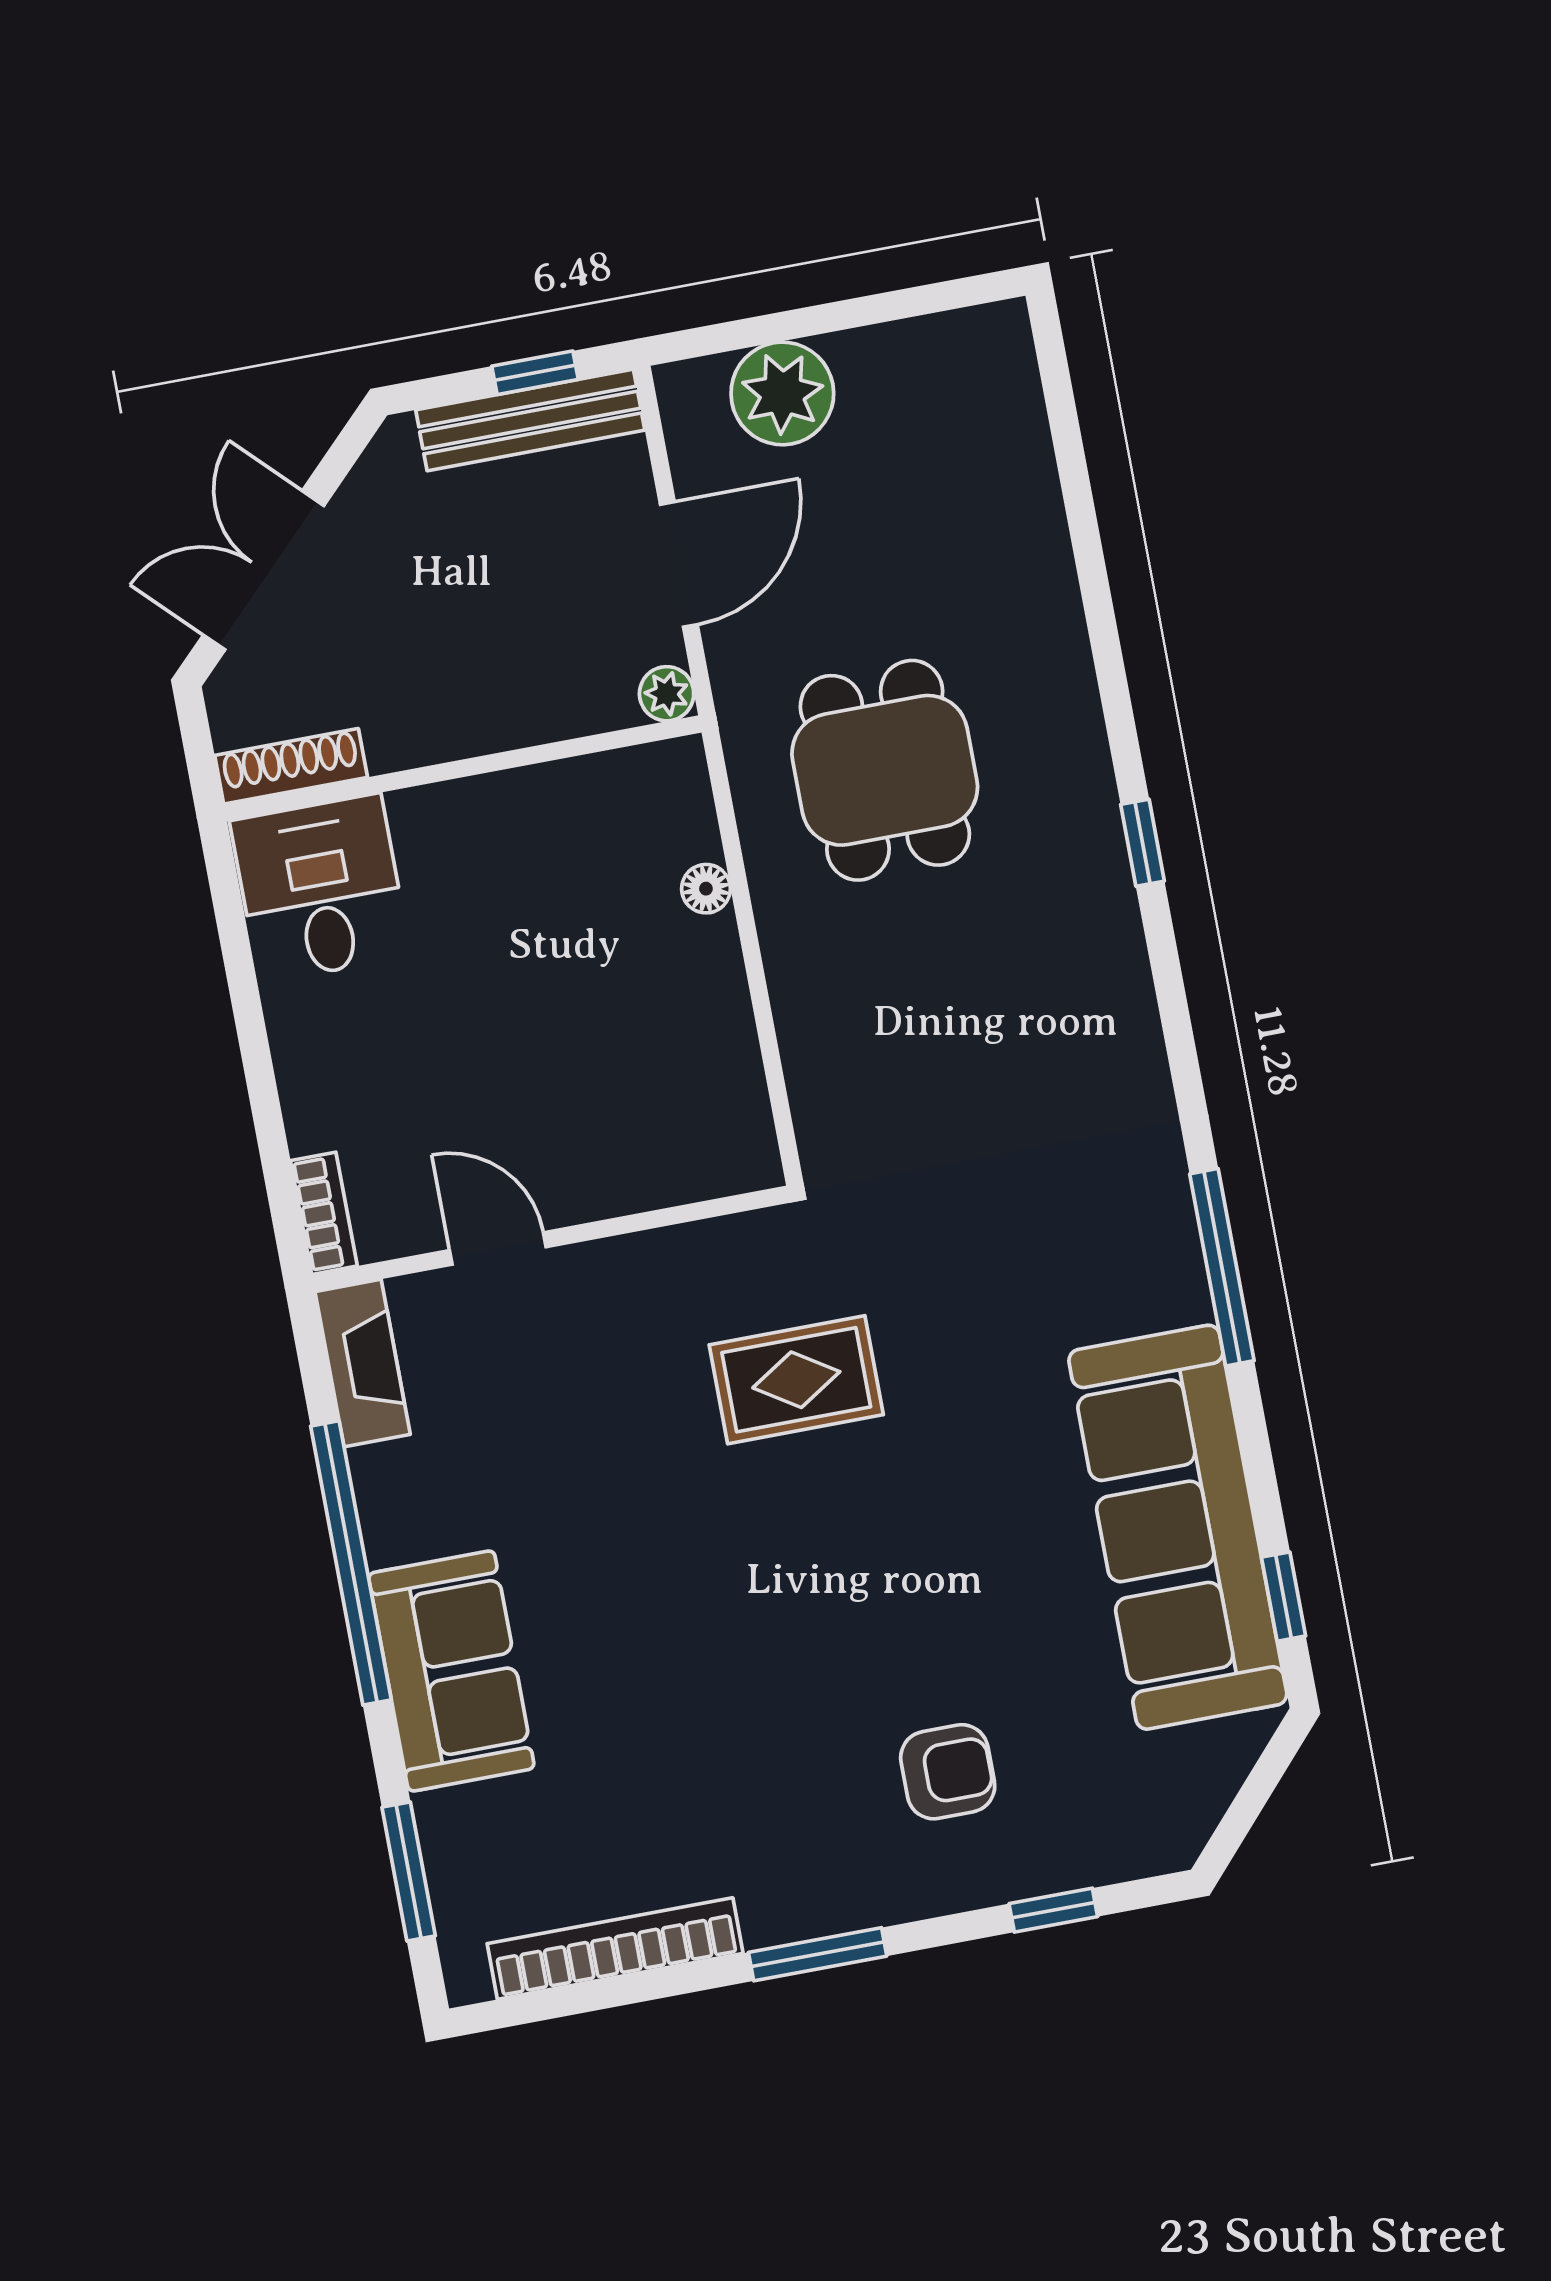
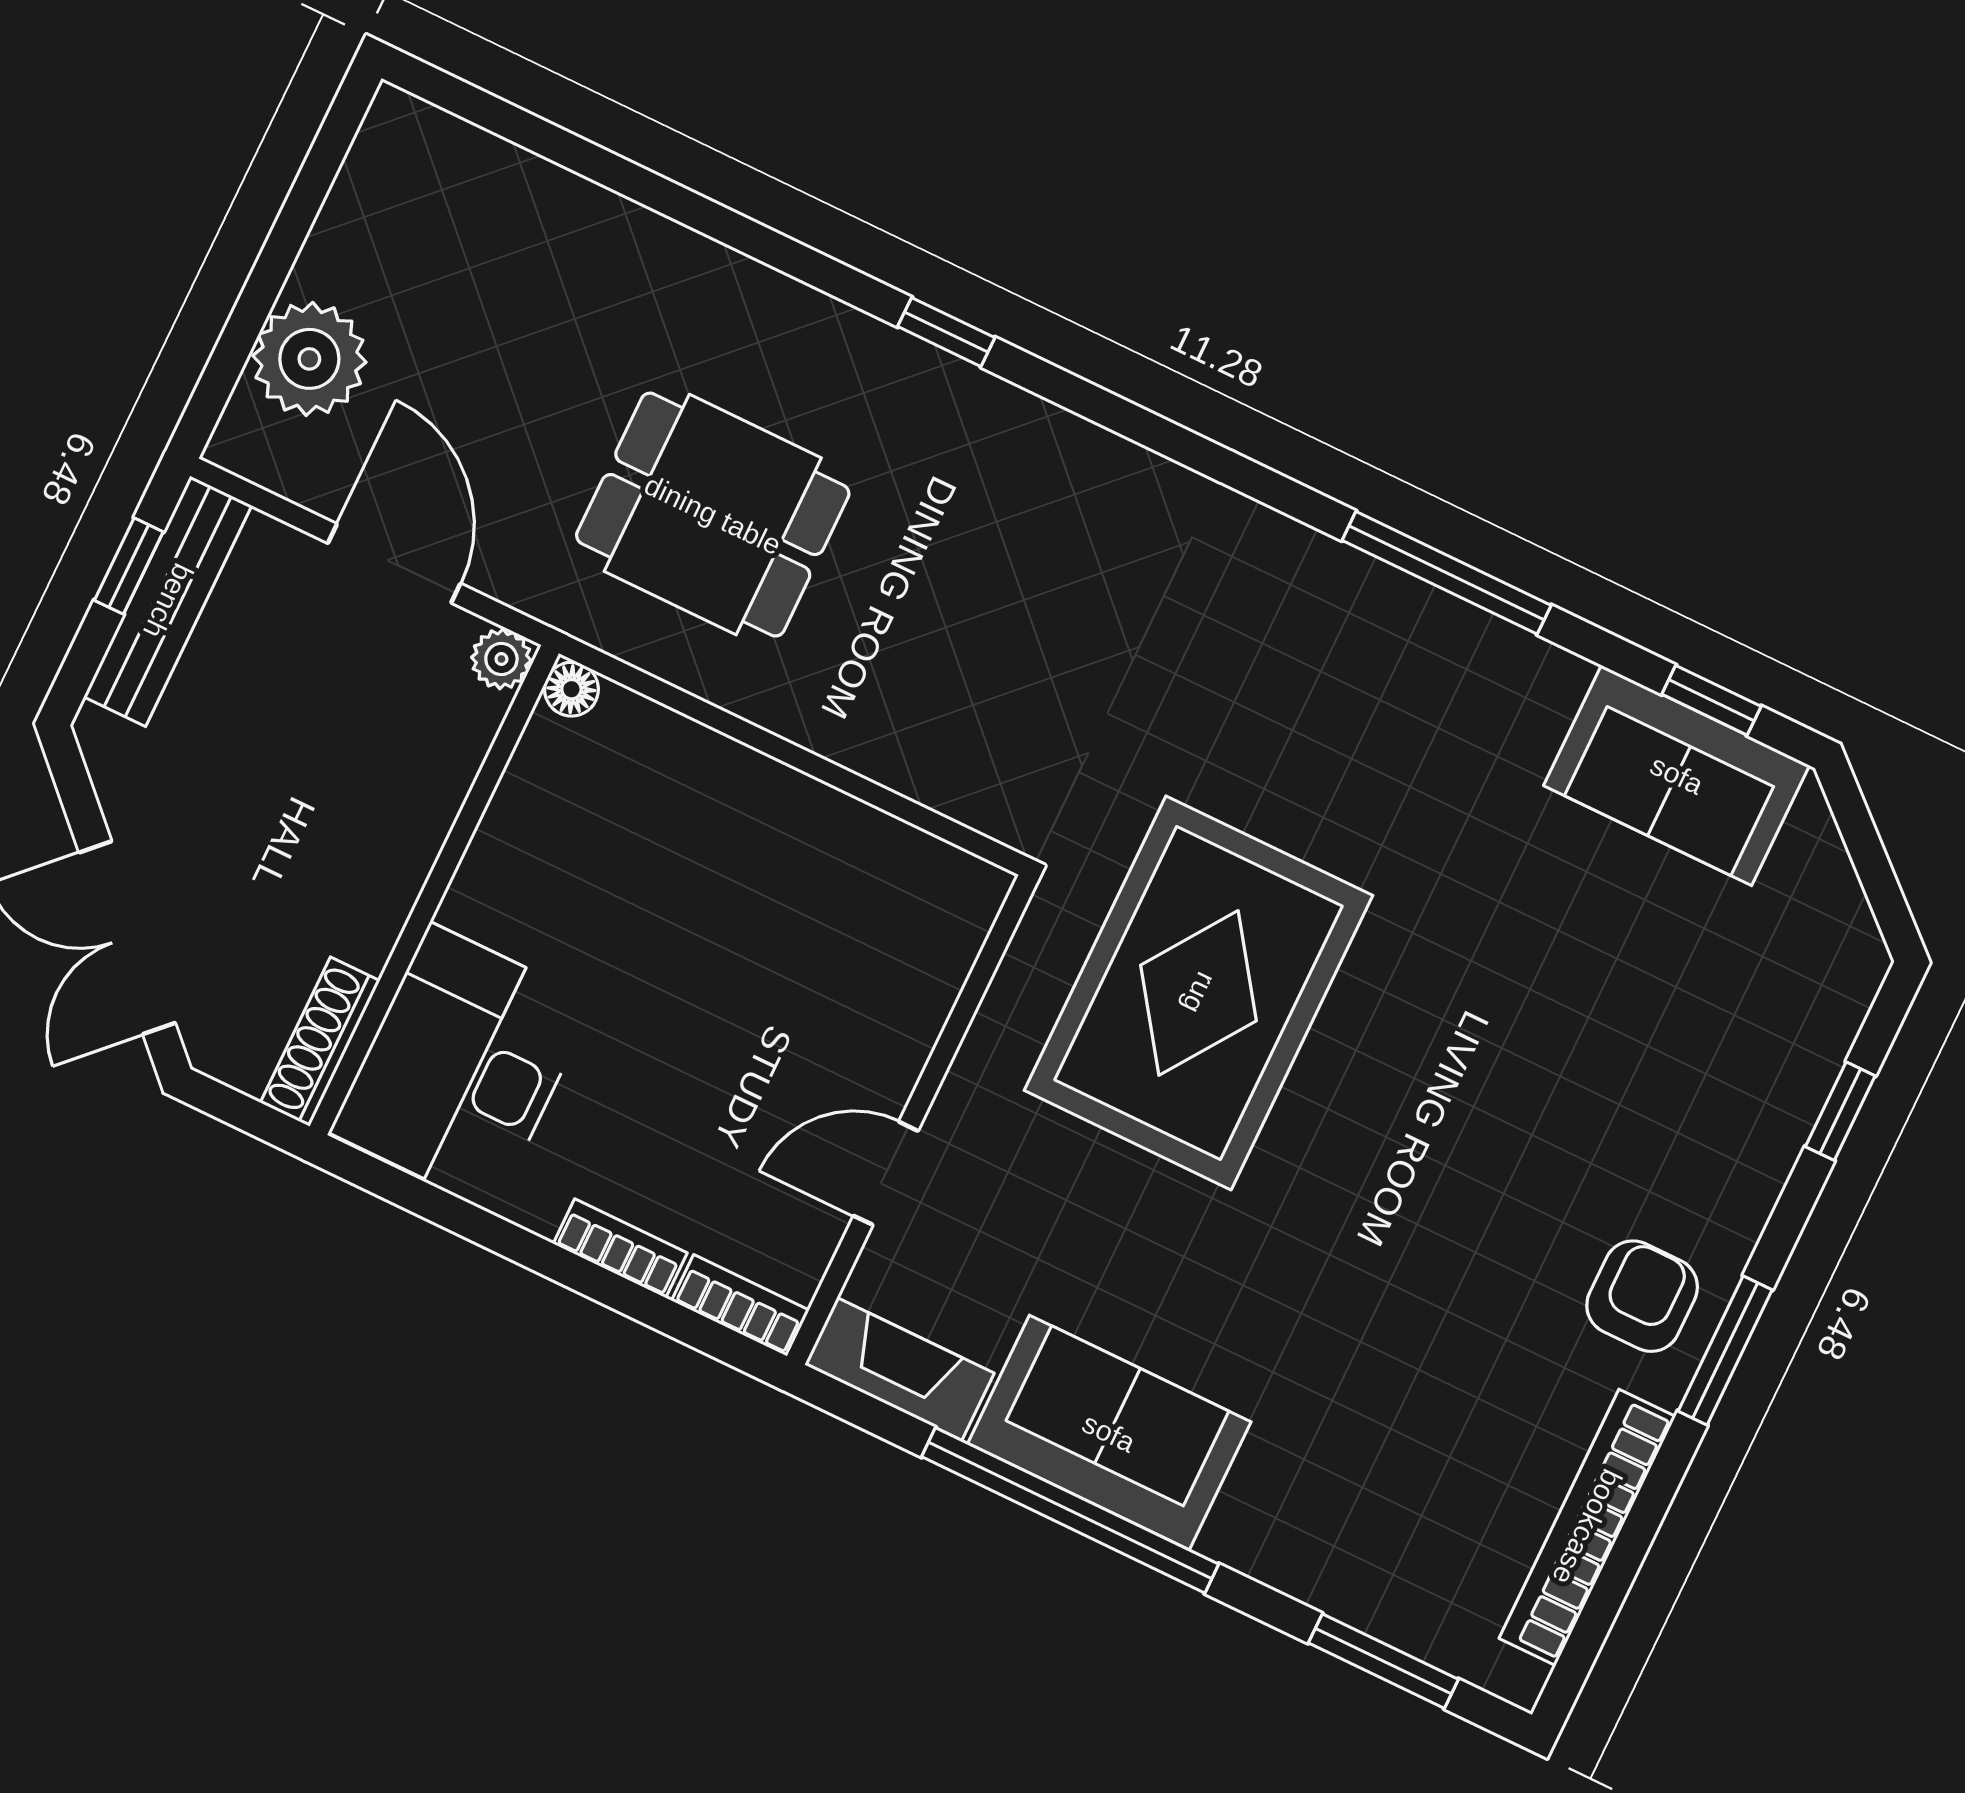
desk: (320, 888) -> (462, 1067), width x1.37
floor lamp: (706, 889) -> (571, 689), moved
bookcase: (301, 1095) -> (620, 1248), added
window: (1222, 1267) -> (1447, 573), moved
rug: (796, 1380) -> (1199, 993), width x1.86, depth x2.06
sofa: (1178, 1527) -> (1677, 775), width x0.54, depth x0.79
sofa: (451, 1671) -> (1109, 1433), moved
armchair: (948, 1772) -> (1642, 1296), moved

